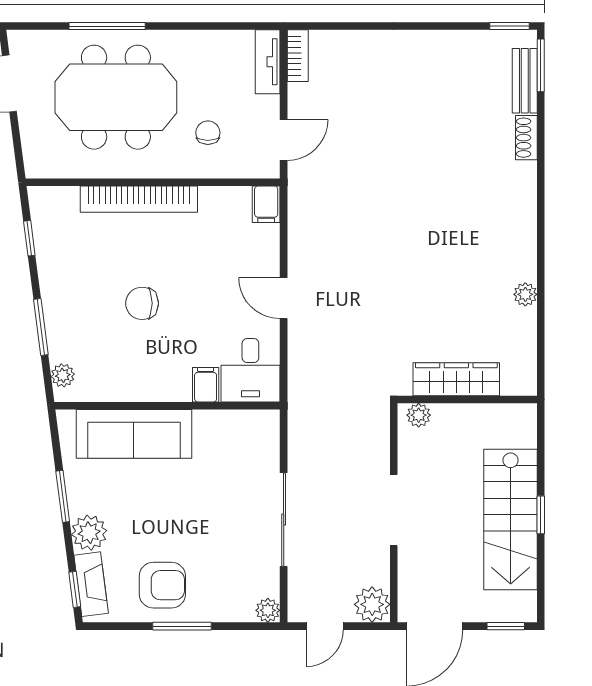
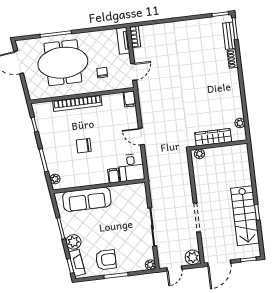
wardrobe: (456, 379) -> (213, 137), moved
wall: (467, 400) -> (219, 145), moved
plant: (419, 415) -> (199, 154), moved

